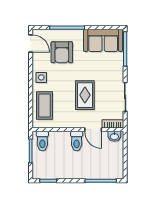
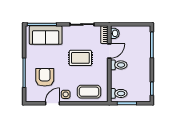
sofa: (103, 40) -> (46, 35), moved, turned 90
door: (31, 43) -> (53, 103), moved
armchair: (62, 52) -> (45, 77), turned -90

